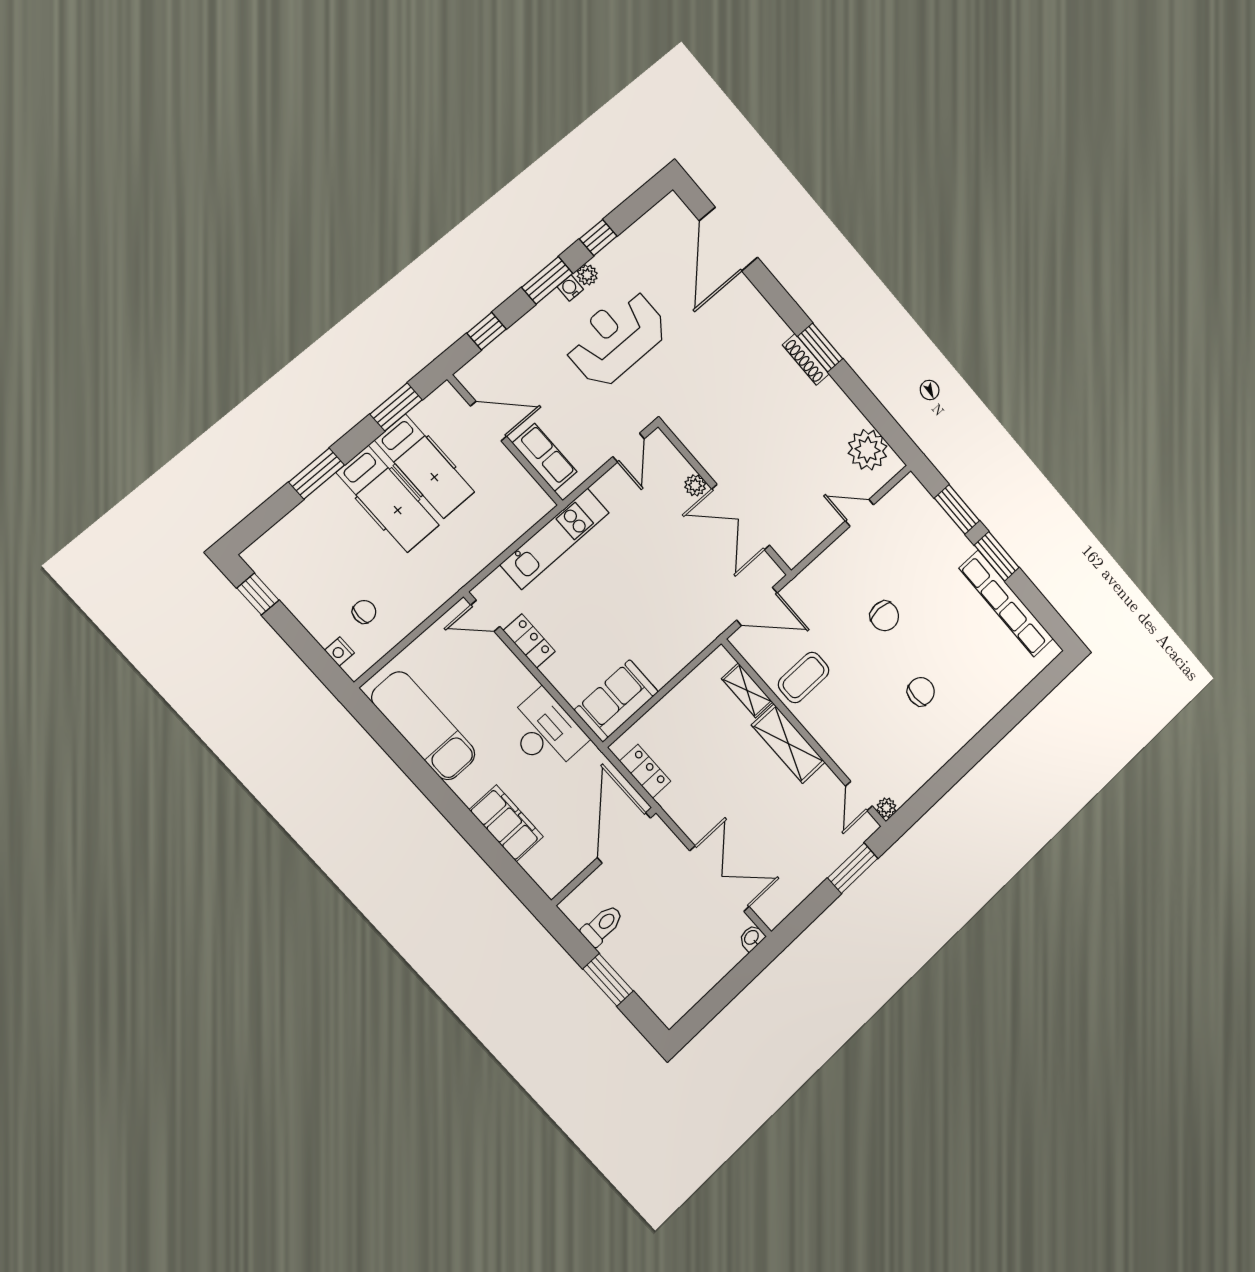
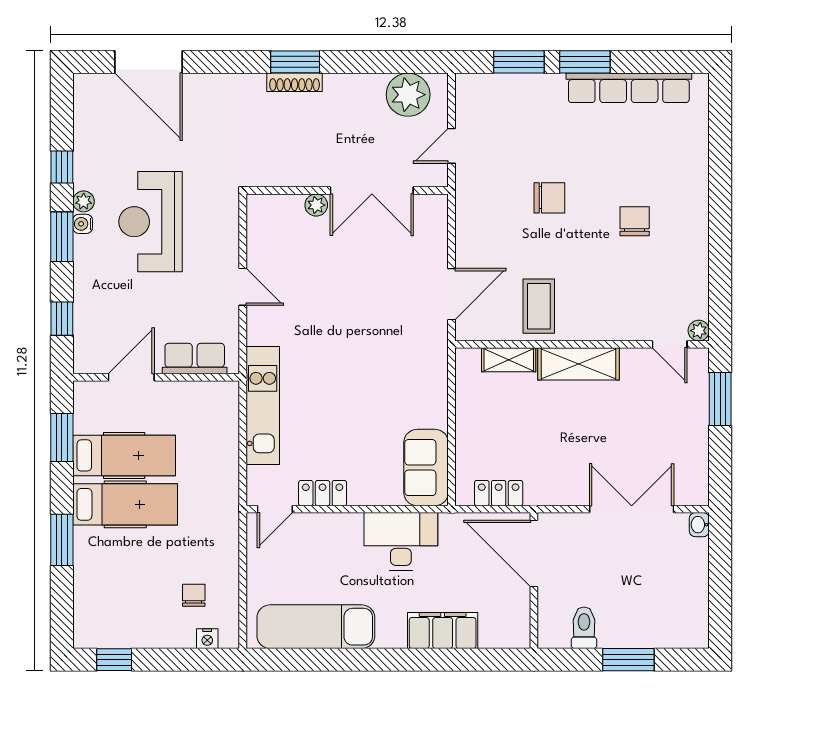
plant: (695, 485) -> (316, 205), moved
wall: (725, 499) -> (347, 191), moved
double door: (741, 517) -> (372, 191), moved

